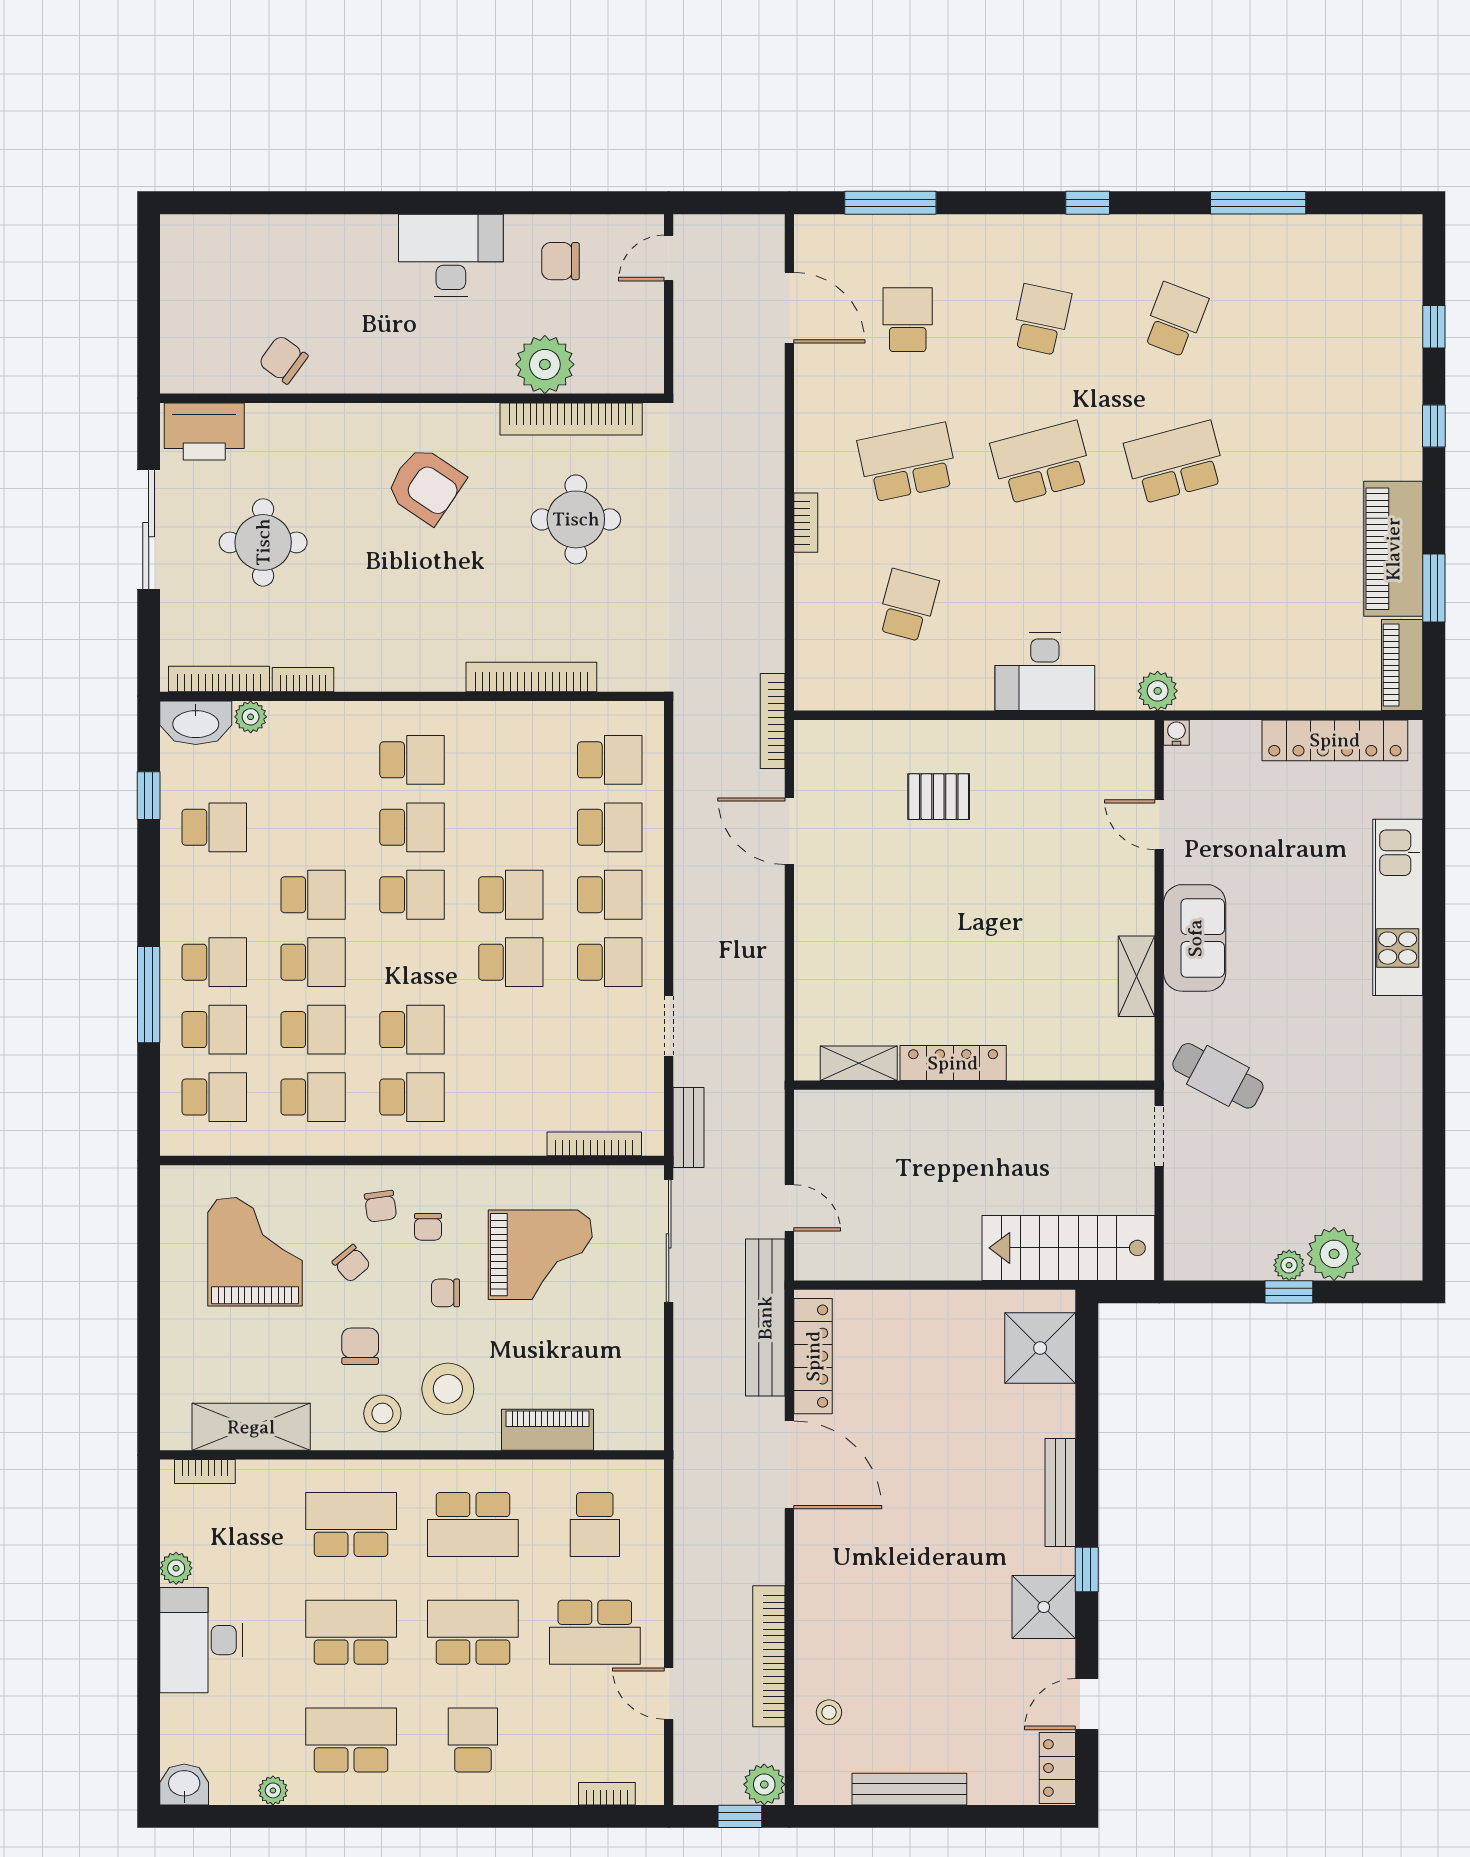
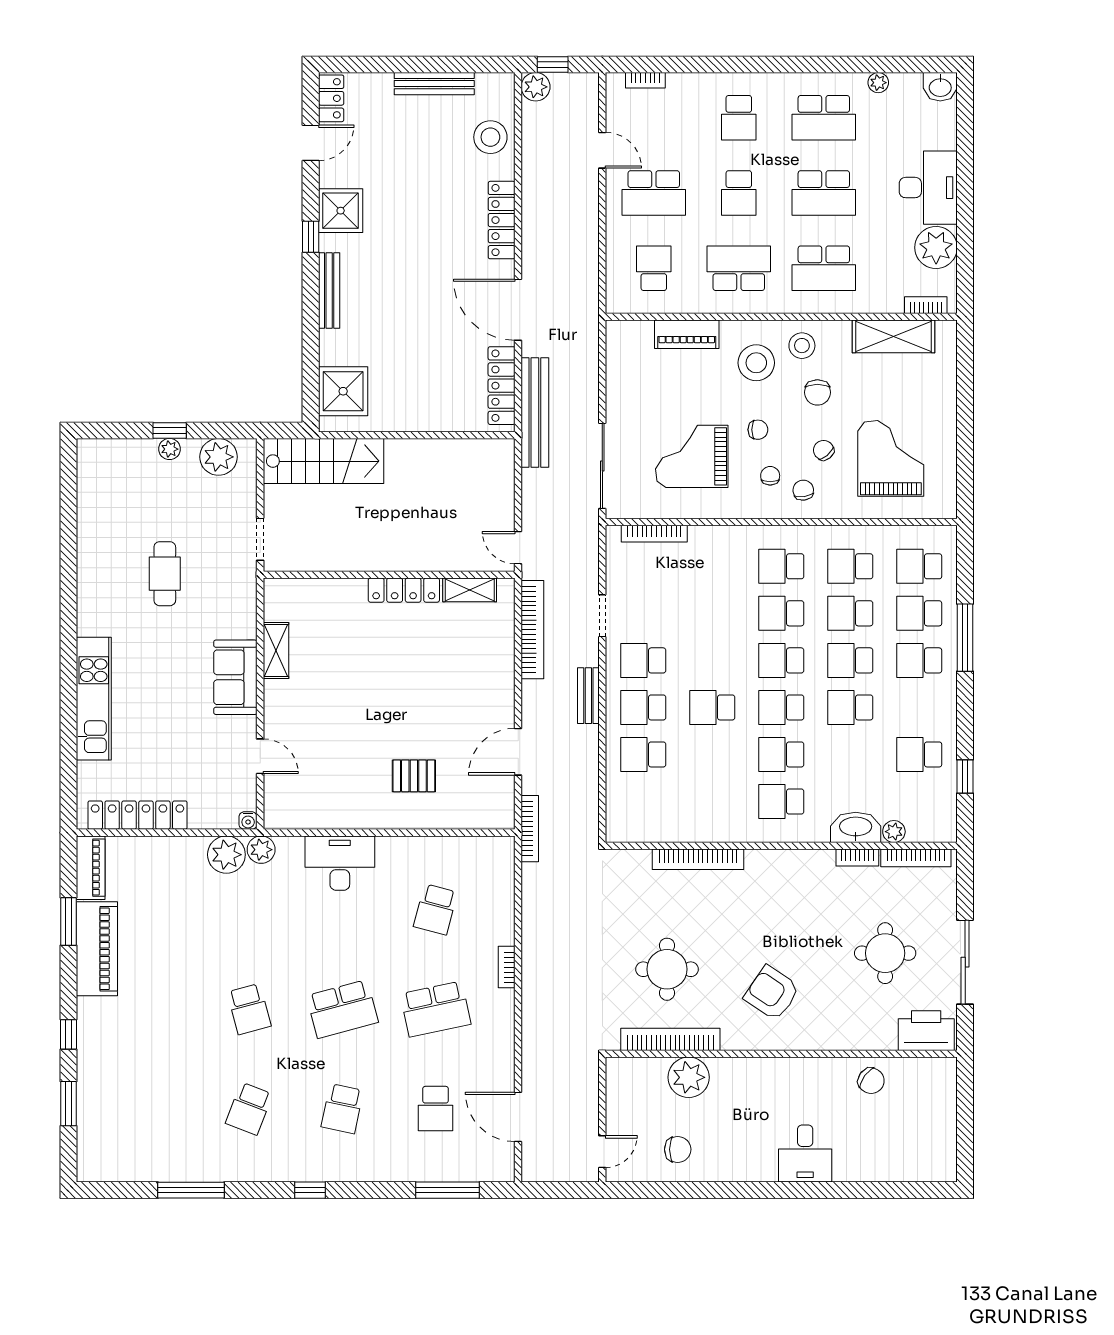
desk: (451, 255) -> (805, 1154), moved, width x0.73
window: (1434, 327) -> (68, 1104), width x1.50
school desk: (1175, 462) -> (249, 1009), width x0.54
plant: (1207, 684) -> (226, 855), added
washbasin: (196, 723) -> (856, 827), moved
school desk: (610, 760) -> (643, 802), removed
door: (789, 831) -> (518, 752), swing flipped
school desk: (511, 962) -> (781, 660), moved
cafe table: (1218, 1076) -> (165, 574), moved, turned 62
bench: (688, 1127) -> (588, 696), moved
door: (789, 1208) -> (518, 548), moved
grand piano: (255, 1252) -> (891, 458), turned 180
plant: (1334, 1254) -> (218, 457), moved
plant: (176, 1568) -> (936, 248), width x1.88, depth x1.88
locker: (813, 1593) -> (502, 220), added
school desk: (473, 1632) -> (739, 193), width x0.54
school desk: (595, 1632) -> (654, 193), turned 180
bookcase: (769, 1656) -> (532, 630), moved
stool: (829, 1712) -> (490, 137), width x1.89, depth x1.89

